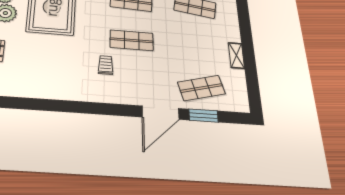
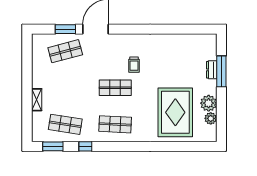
shelving: (236, 55) -> (37, 100), moved

